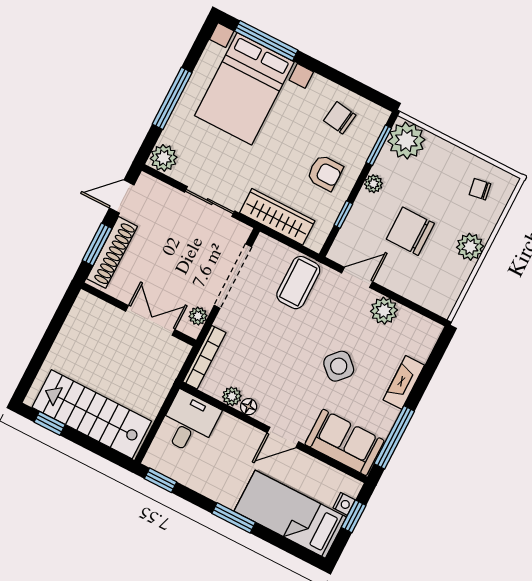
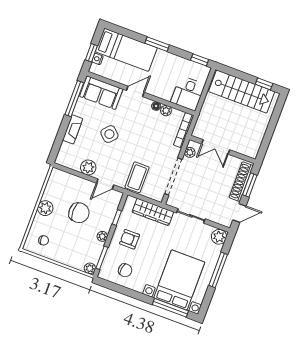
plant: (406, 140) -> (90, 268), width x0.53, depth x0.53

